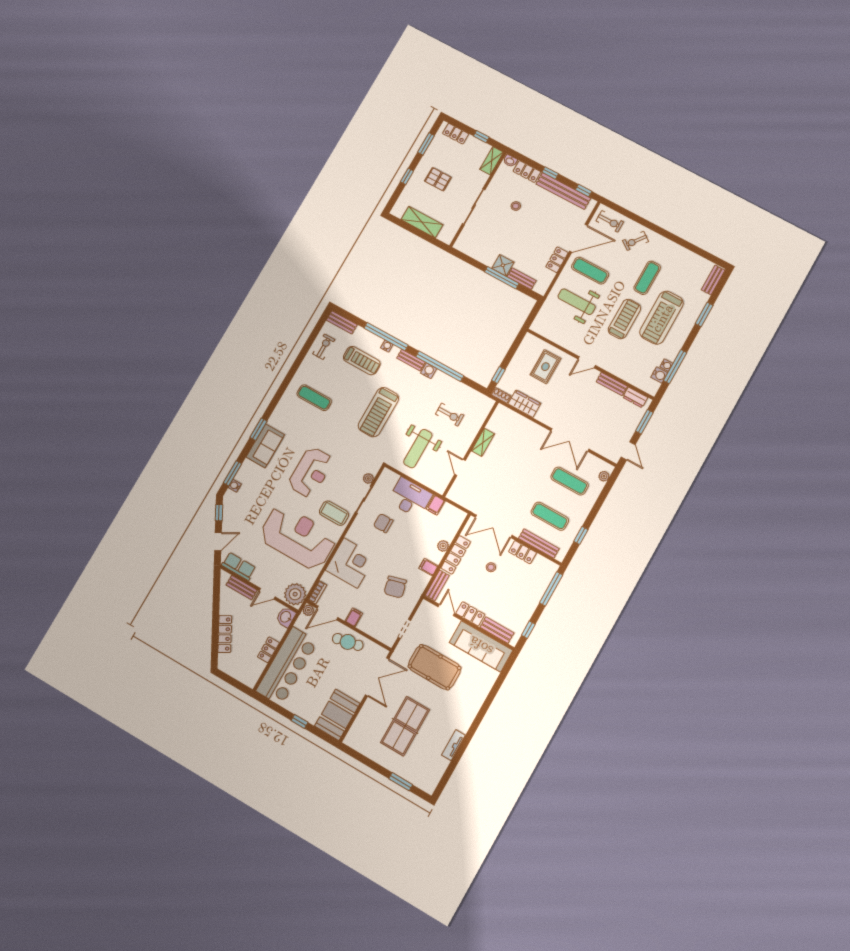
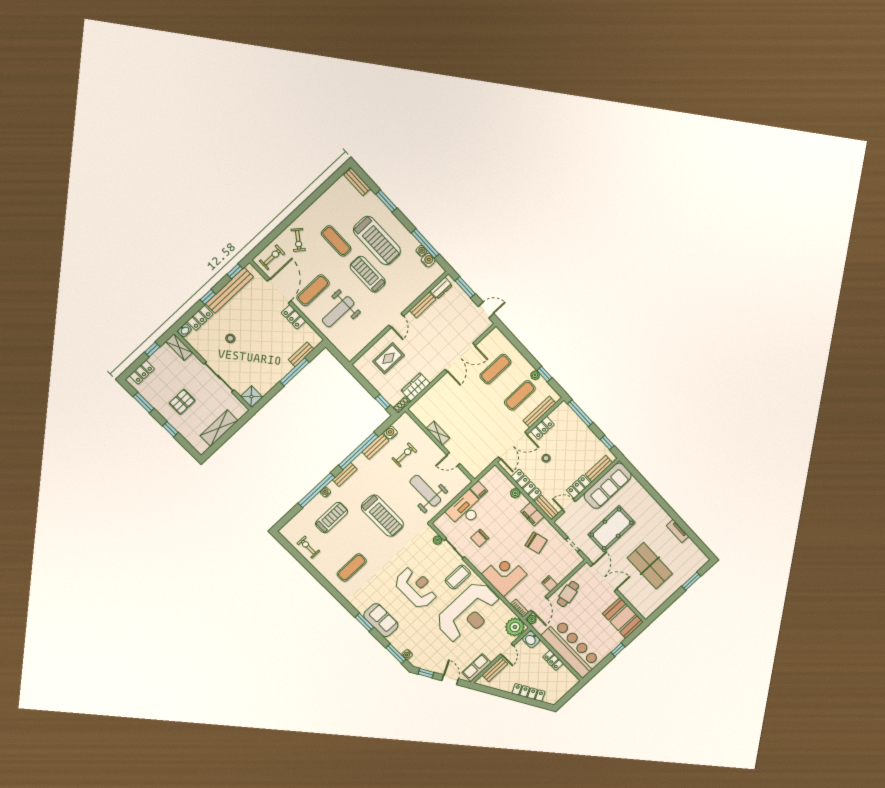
shower: (503, 265) -> (251, 397), moved
bench: (342, 322) -> (375, 446), moved
rug: (545, 367) -> (388, 358), turned 90
water cooler: (429, 371) -> (391, 433), moved
weight bench: (418, 449) -> (425, 491), turned 180
plant: (604, 476) -> (535, 375), moved
reception desk: (298, 537) -> (468, 613), turned 180
filing cabinet: (428, 567) -> (532, 514), width x2.00

